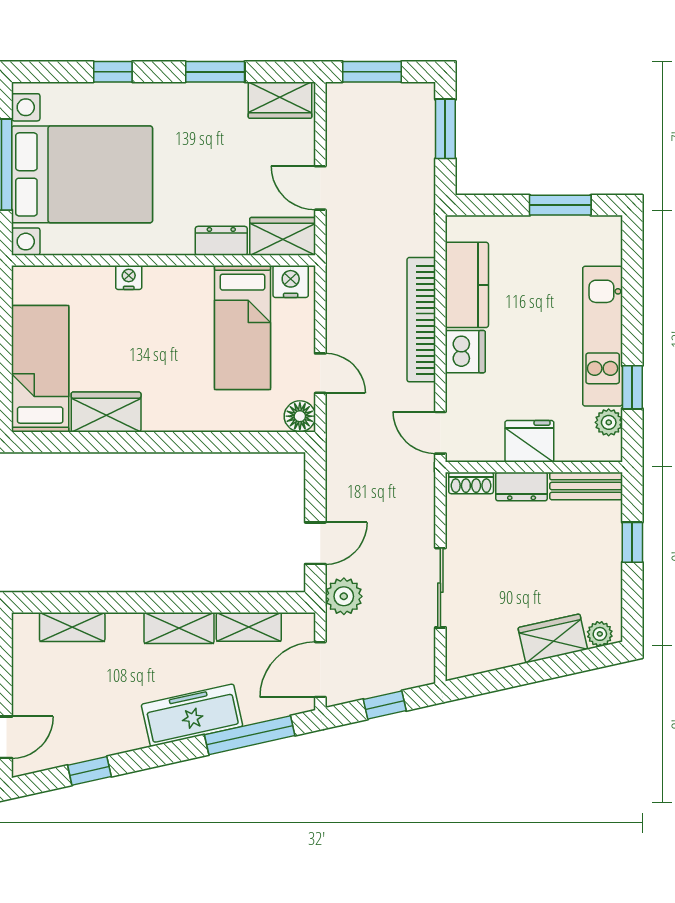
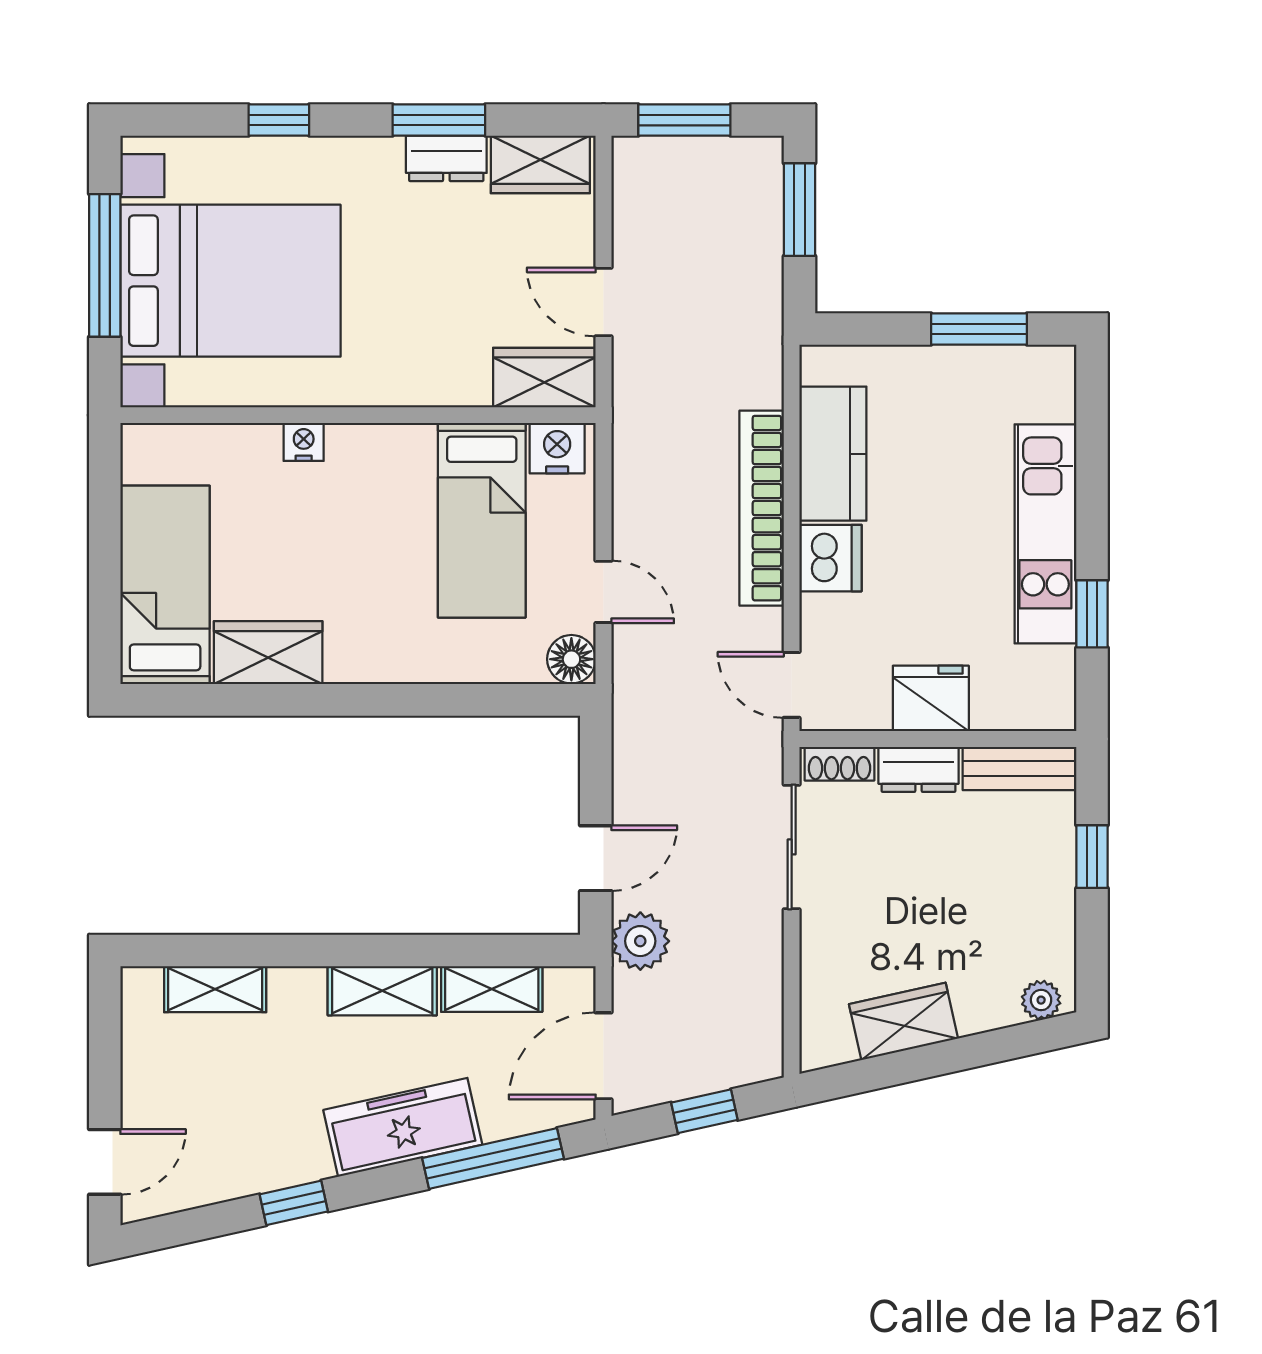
dresser: (221, 241) -> (446, 158), moved, turned 180
plant: (609, 422) -> (1055, 669), removed
sliding door: (440, 588) -> (792, 847), moved
wardrobe: (553, 638) -> (904, 1021), moved
window: (89, 771) -> (294, 1203), moved

